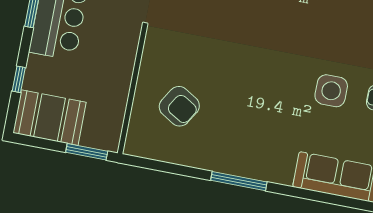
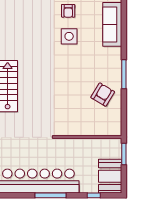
armchair: (179, 106) -> (103, 95), moved

